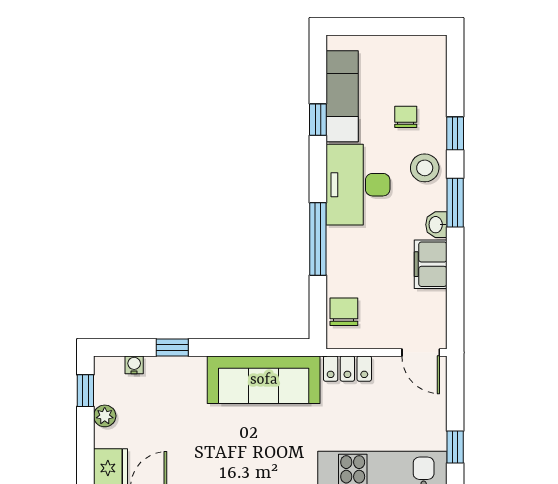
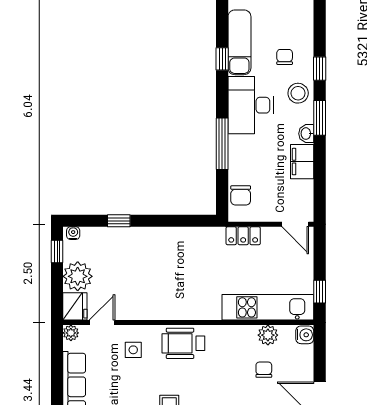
chair: (344, 312) -> (241, 195), turned 180
water cooler: (134, 365) -> (73, 233), moved
sofa: (264, 380) -> (184, 244), removed
plant: (105, 416) -> (78, 276), width x1.87, depth x1.87

